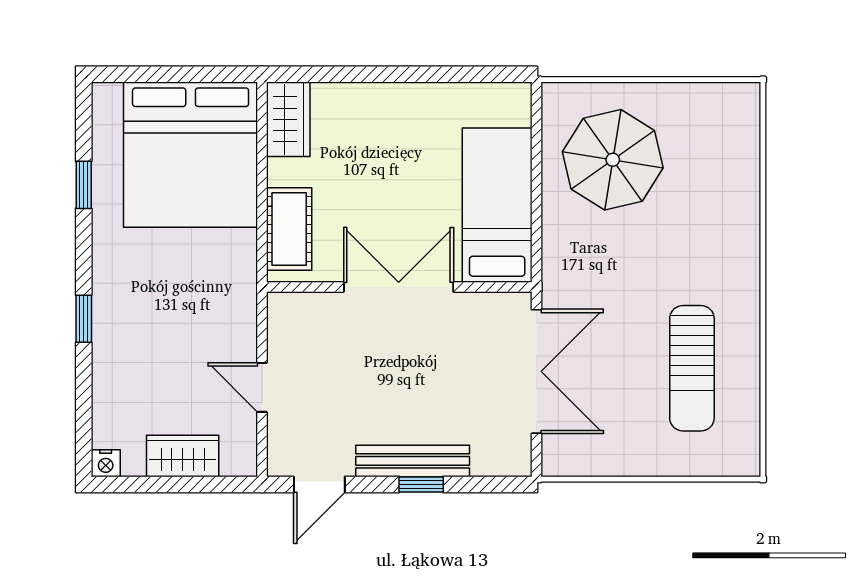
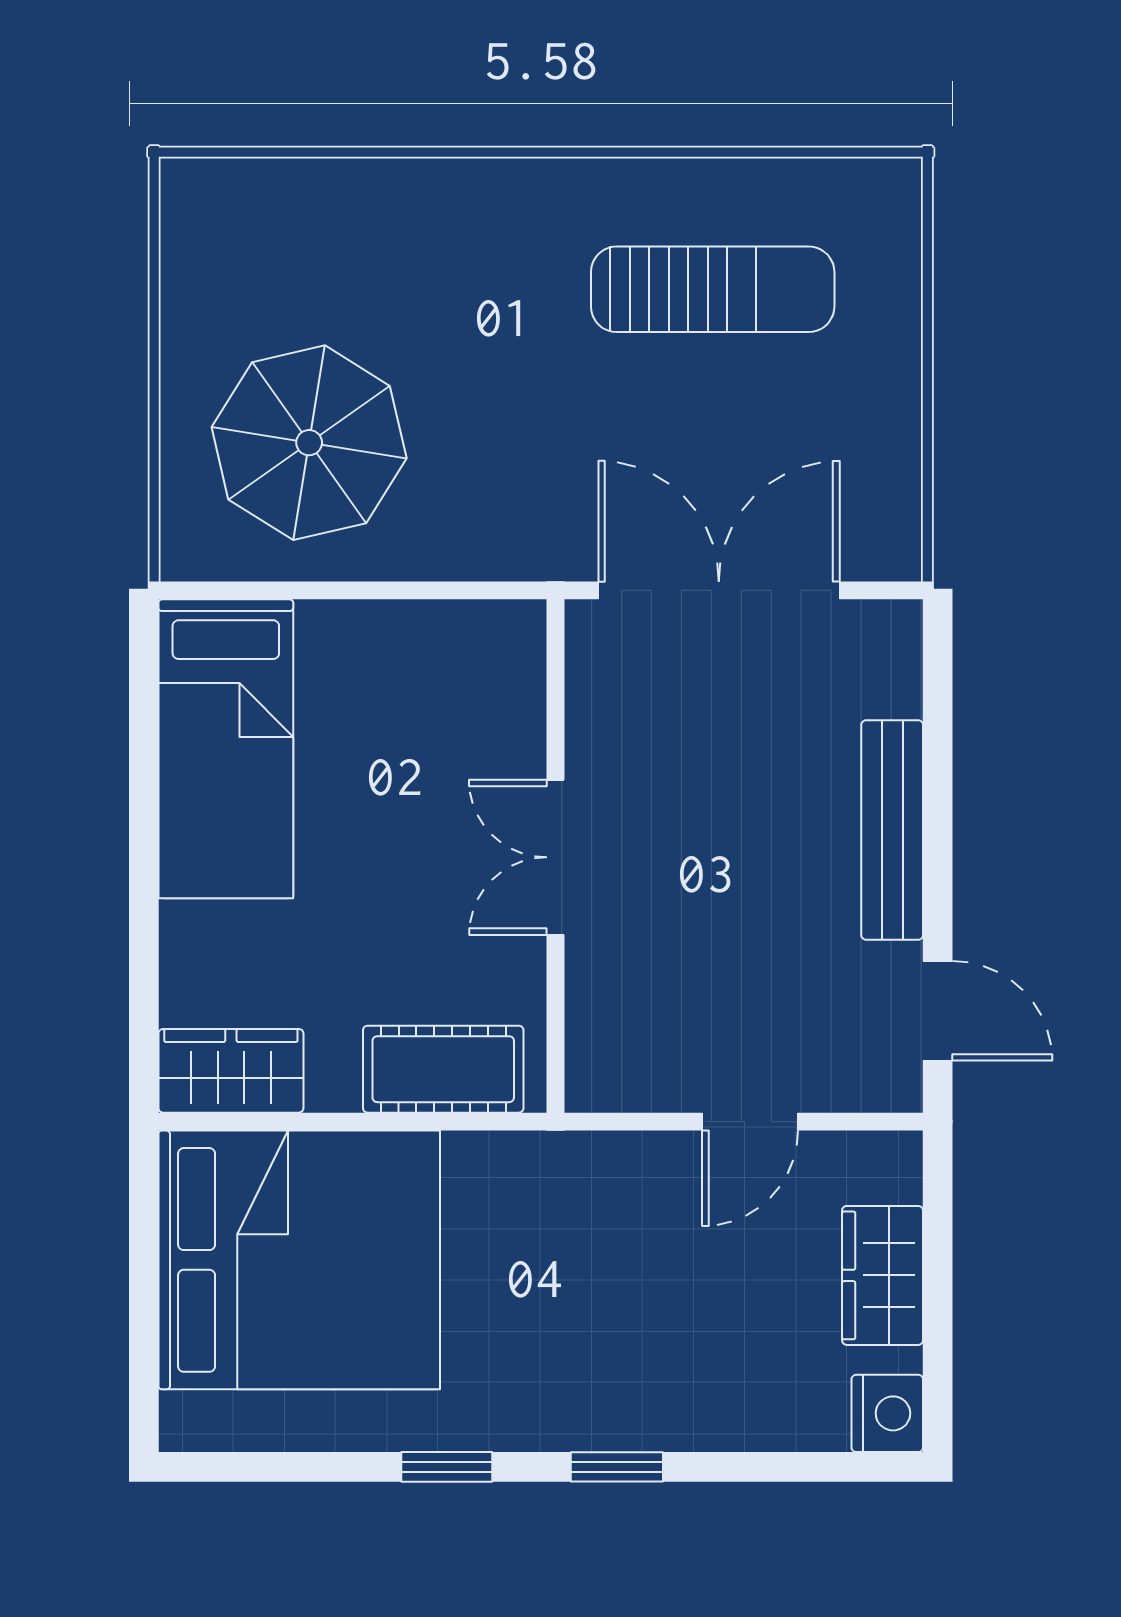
window: (84, 185) -> (447, 1467), moved
bed: (497, 205) -> (226, 749), moved, turned -90
double door: (399, 287) -> (555, 857), width x0.73
nightstand: (106, 463) -> (887, 1413), width x1.39, depth x1.35
window: (421, 484) -> (938, 814), removed

